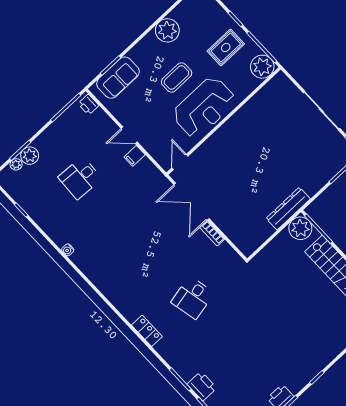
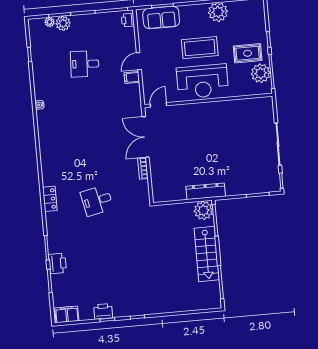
plant: (262, 67) -> (261, 73), moved
coffee table: (177, 78) -> (200, 48), width x1.36, depth x1.32
door: (129, 135) -> (139, 61), hinge flipped

